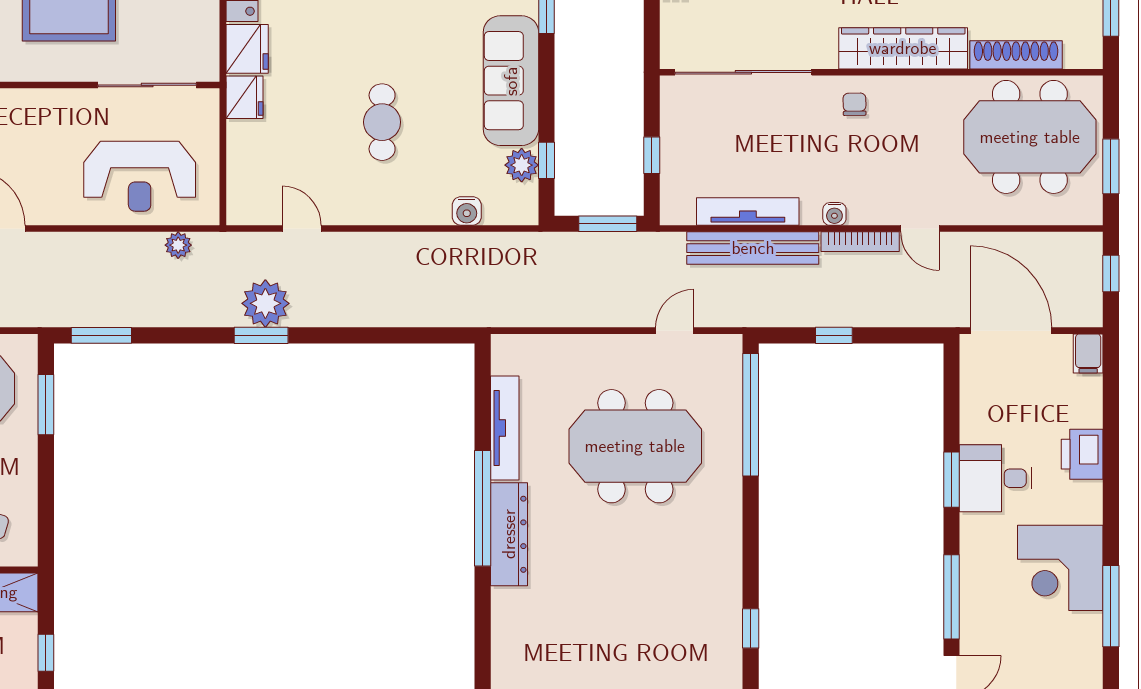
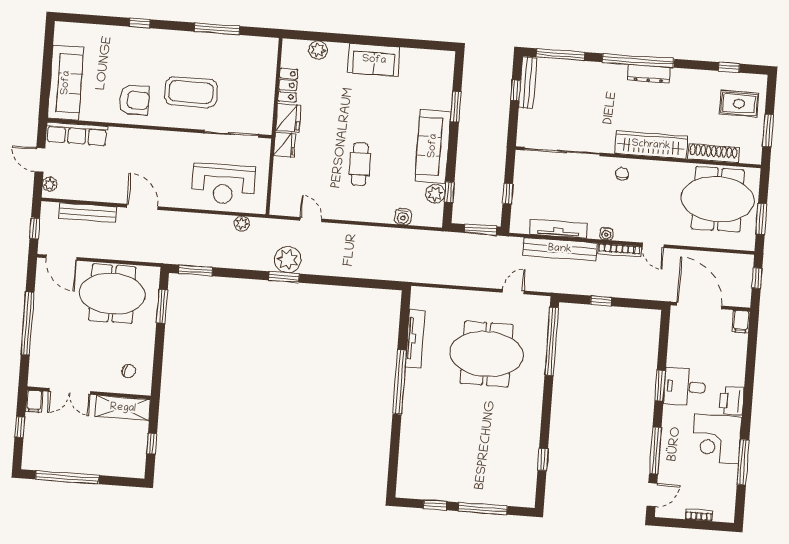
printer: (1082, 454) -> (732, 401), moved
dresser: (509, 534) -> (413, 397), removed

